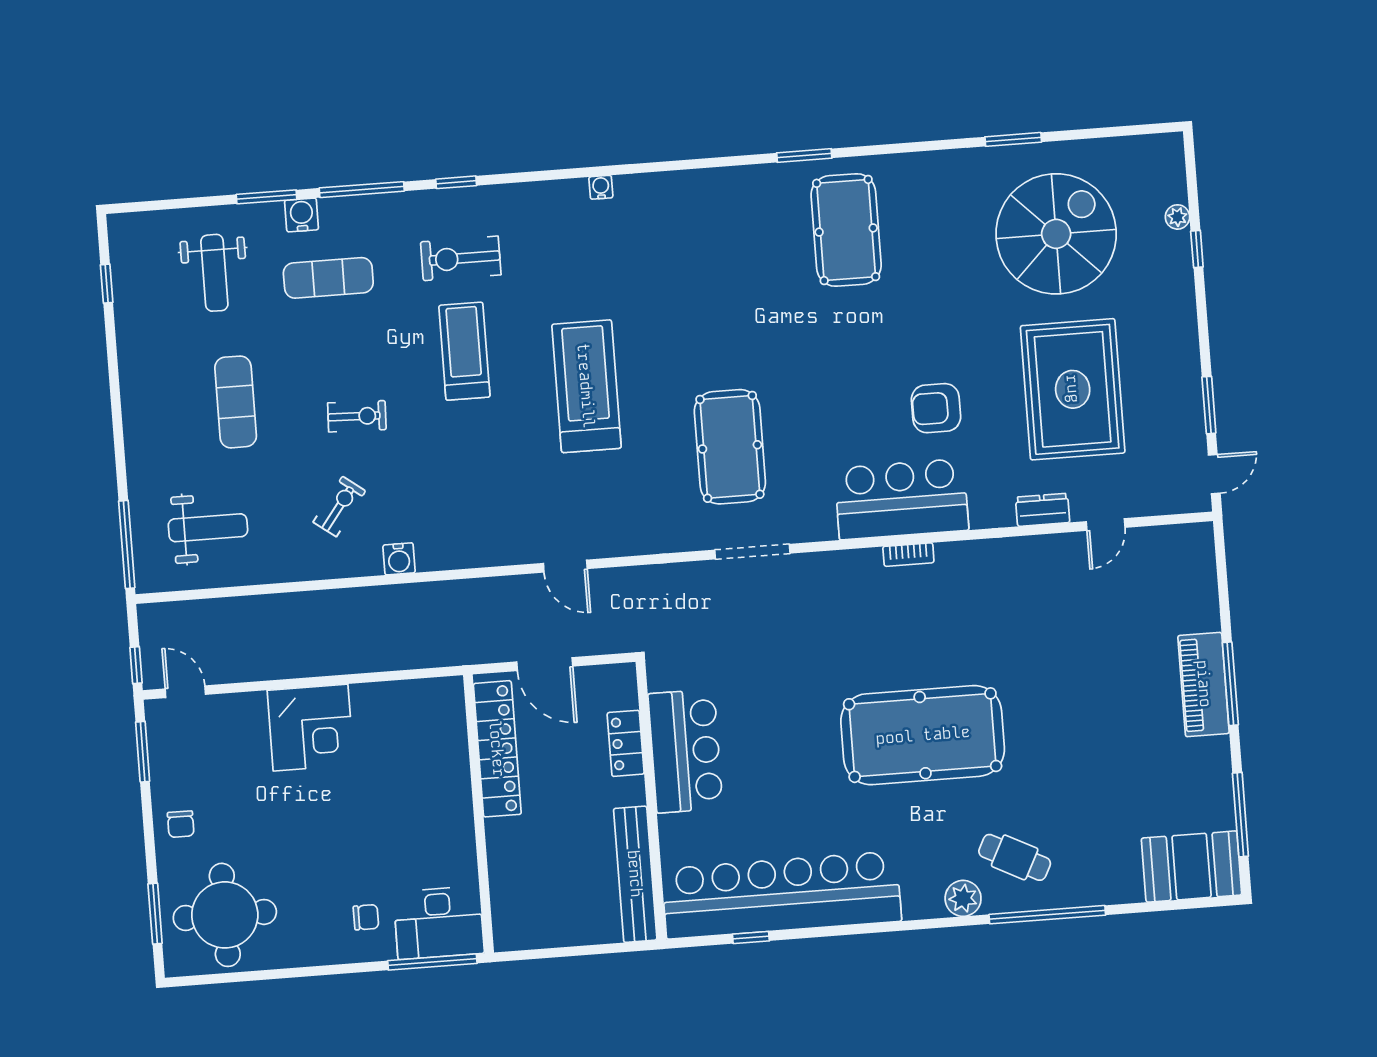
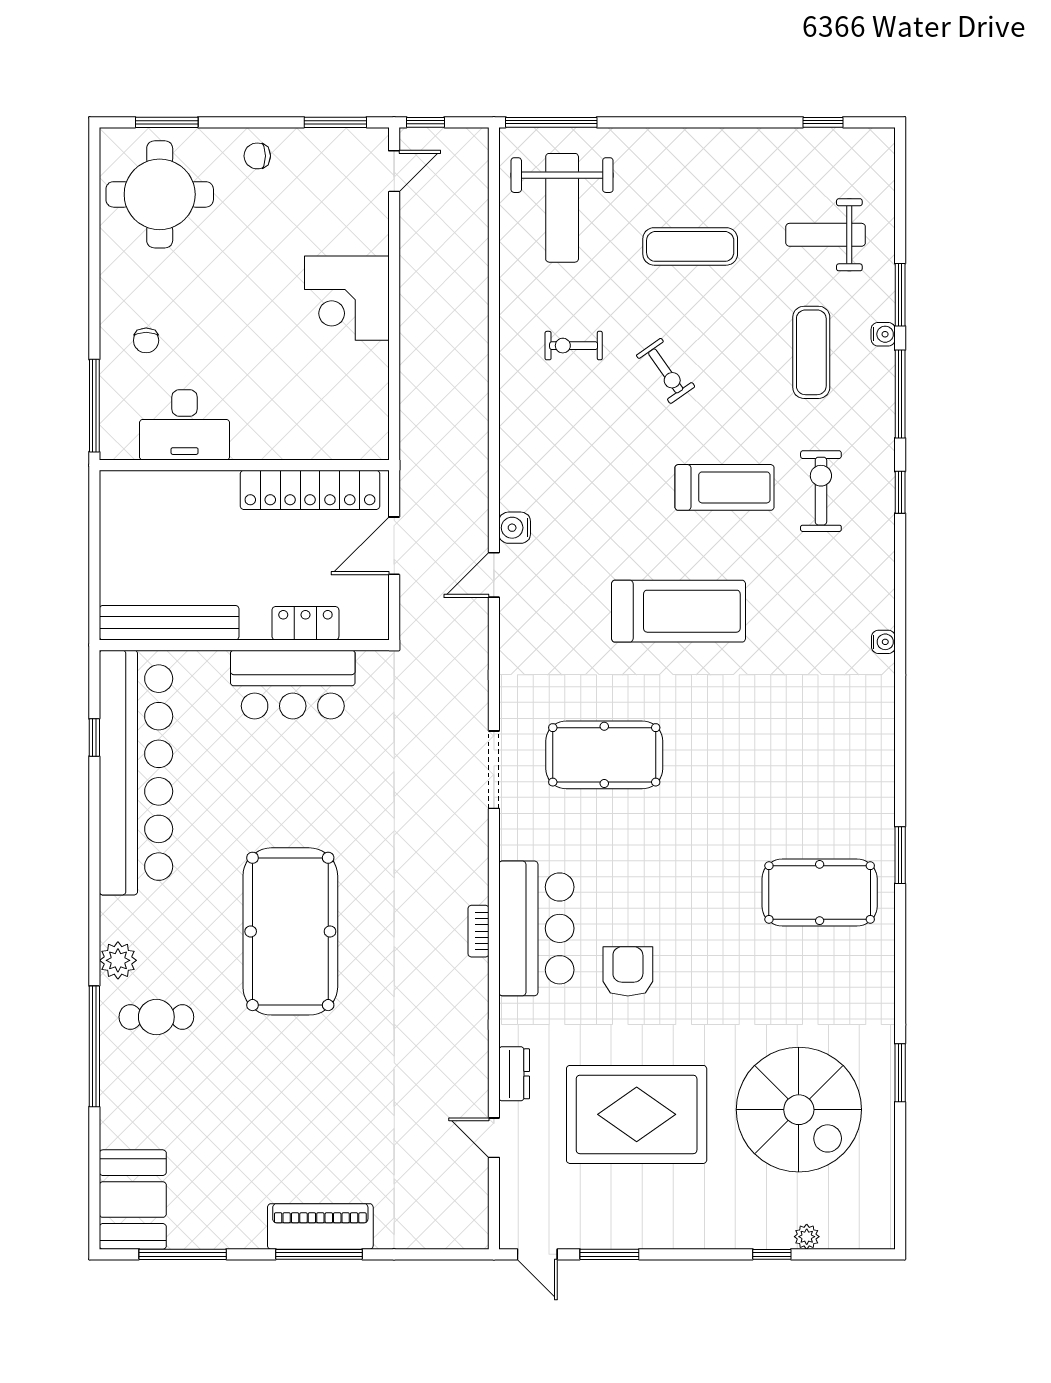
water cooler: (302, 215) -> (883, 334), width x0.72, depth x0.72
exercise bike: (357, 416) -> (666, 371), turned -37
exercise bike: (339, 506) -> (574, 346), turned 143
weight bench: (208, 528) -> (562, 208), width x1.36, depth x1.33
water cooler: (399, 559) -> (515, 528), moved
cafe table: (1015, 857) -> (156, 1017), turned 63
desk: (439, 923) -> (185, 425), moved, turned -90

